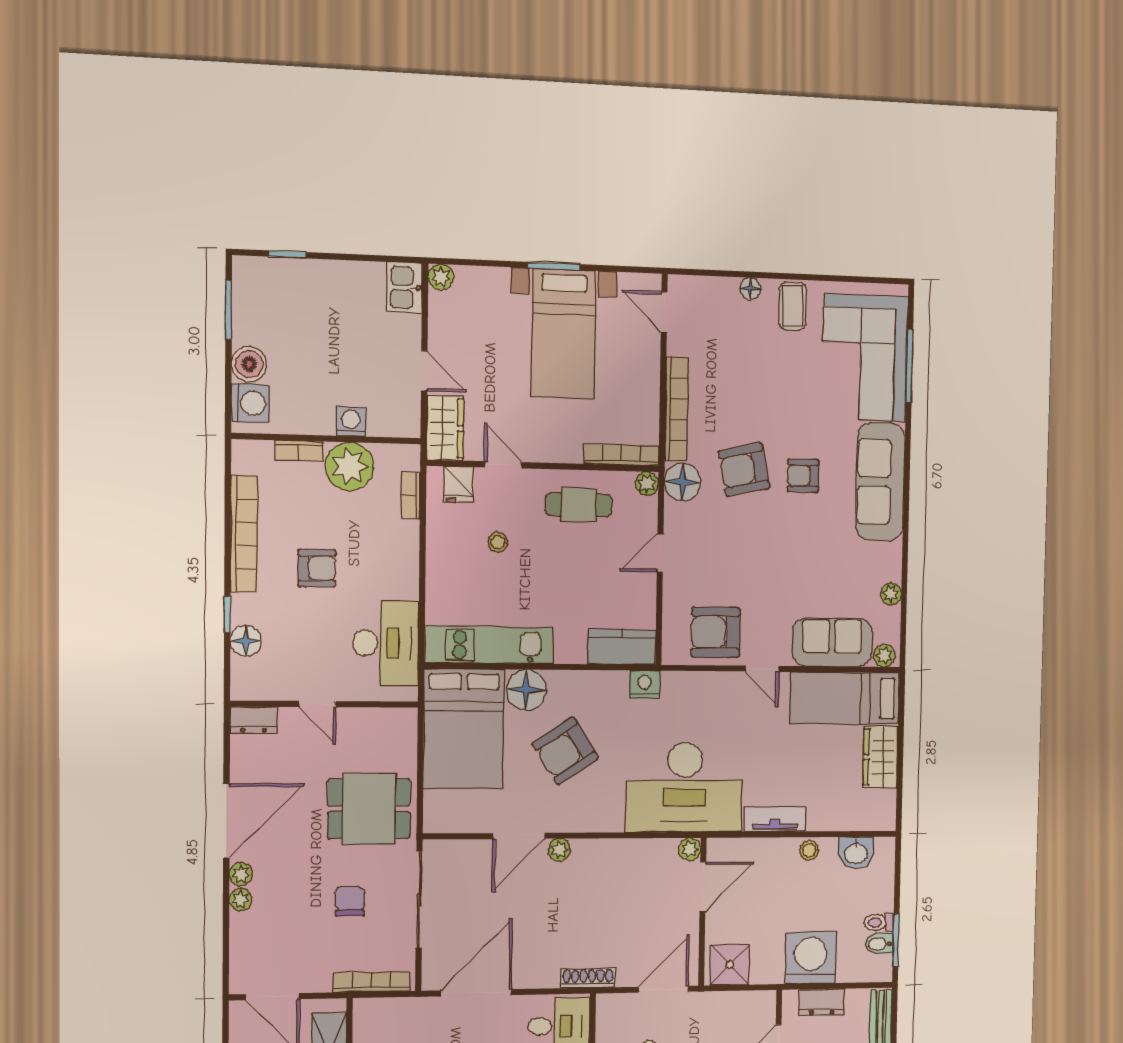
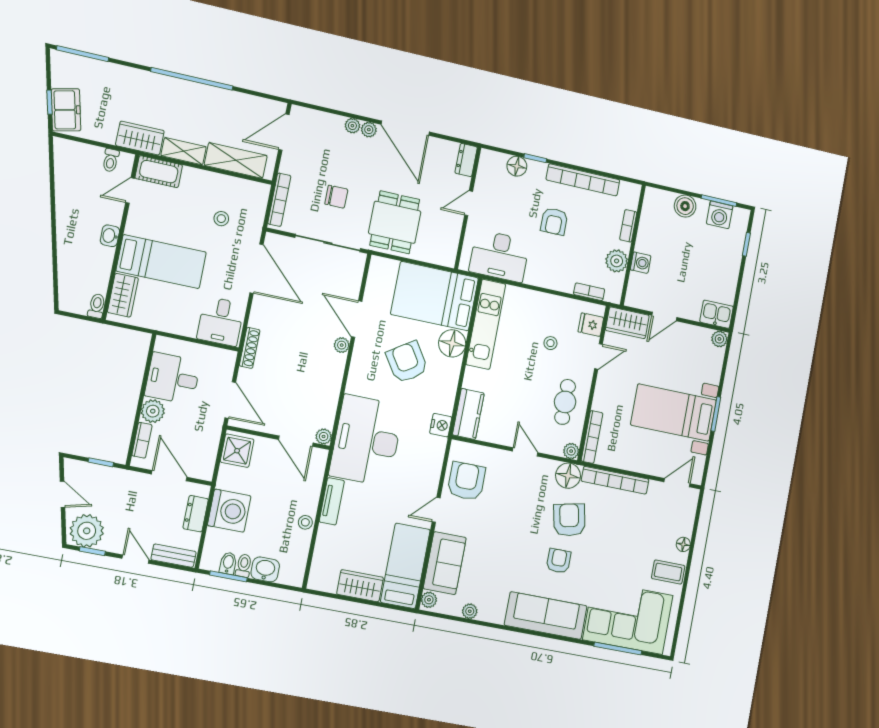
washing machine: (250, 403) -> (720, 215), moved
plant: (349, 466) -> (617, 261), width x0.73, depth x0.73
washbasin: (856, 853) -> (265, 569), moved, turned 90

